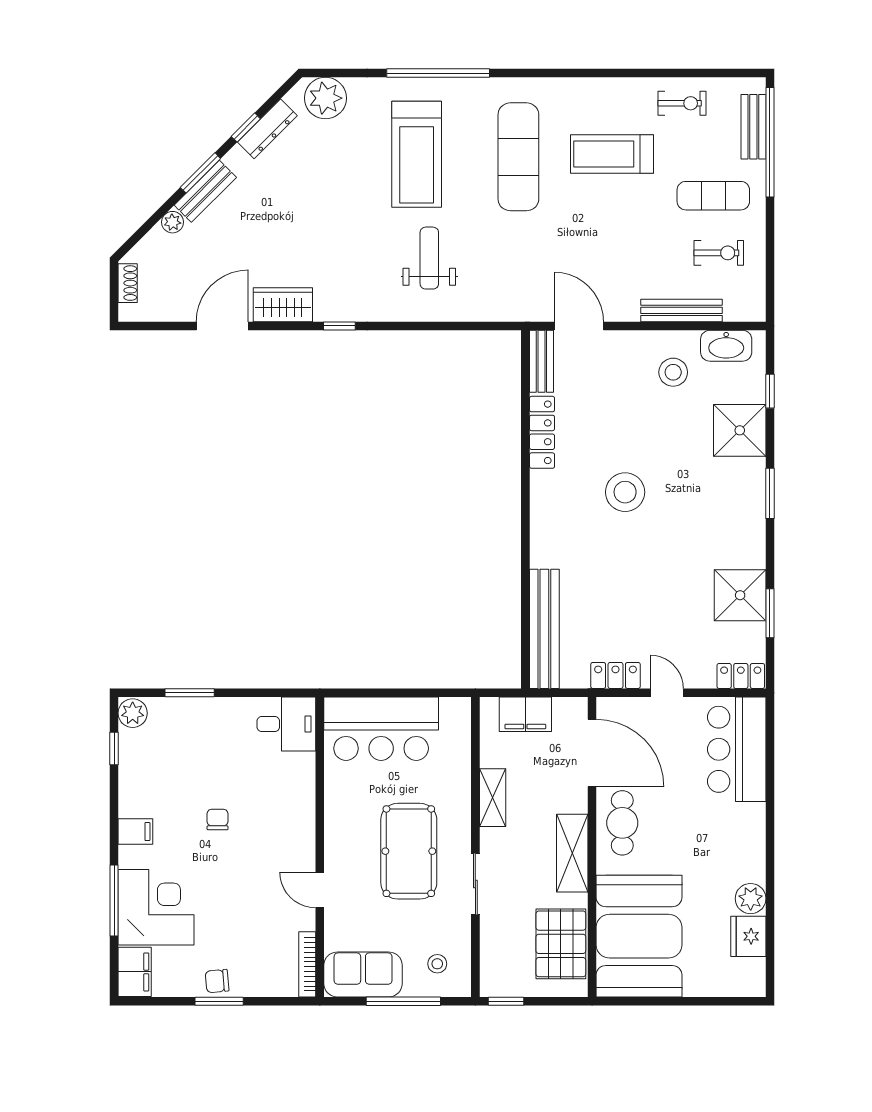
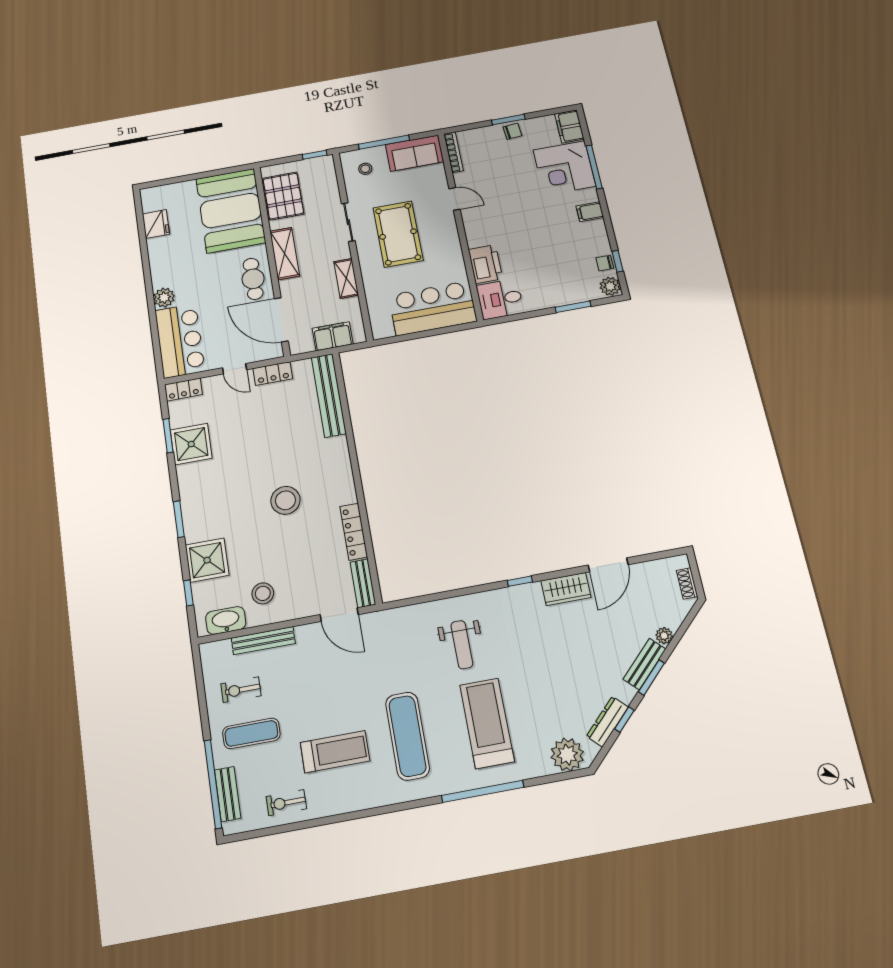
printer: (296, 781) -> (486, 264), added
chair: (217, 819) -> (605, 263), moved, turned 90
plant: (751, 899) -> (164, 298), moved

